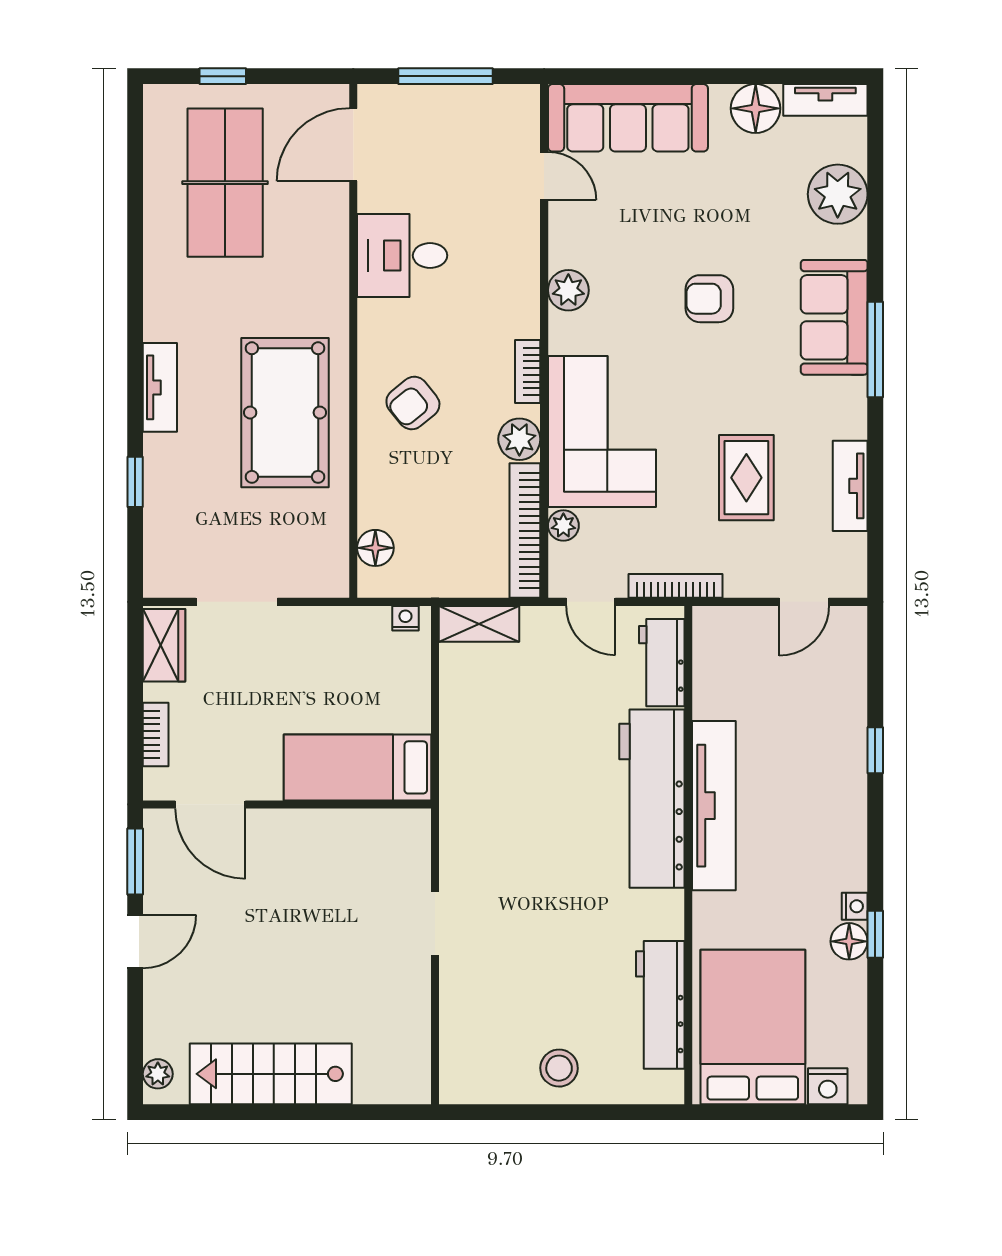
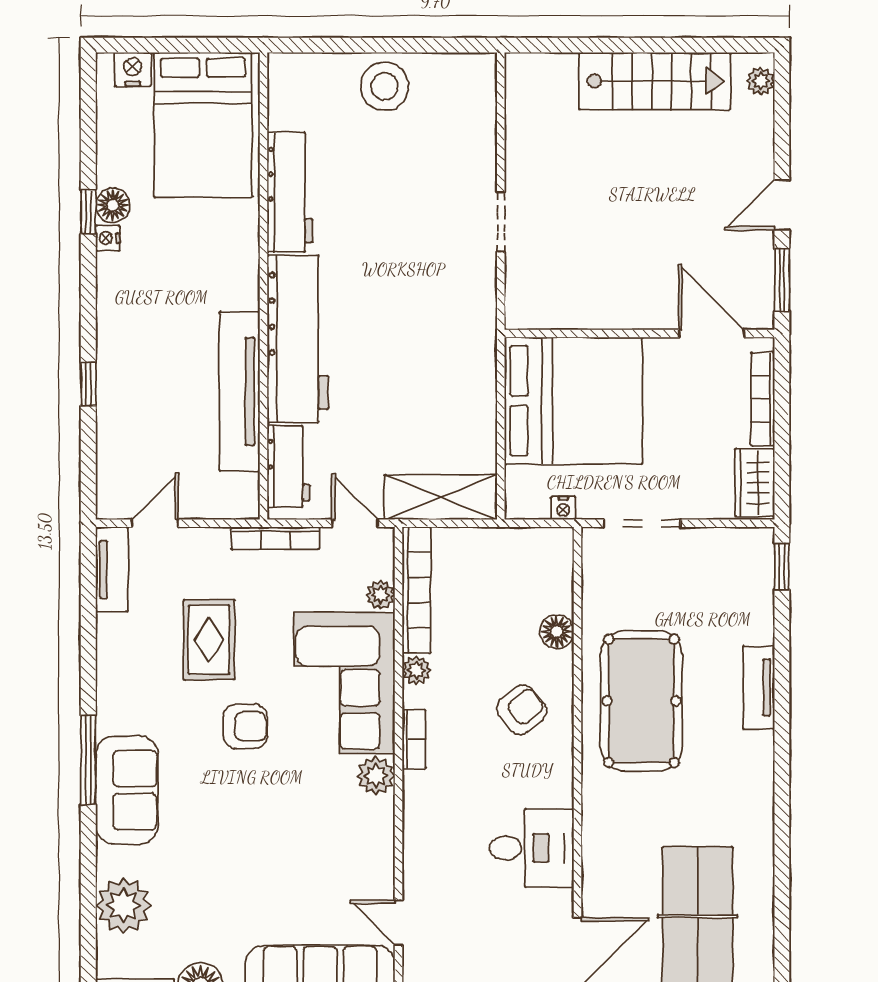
plant: (568, 290) -> (376, 776), moved
armchair: (709, 299) -> (245, 726), moved
tv unit: (160, 387) -> (759, 687), moved
plant: (519, 439) -> (416, 670), width x0.73, depth x0.73
window: (135, 482) -> (782, 566), moved
tv unit: (850, 486) -> (112, 569), moved
floor lamp: (375, 548) -> (557, 632), moved
doorway: (237, 602) -> (642, 523), moved
nightstand: (405, 618) -> (563, 508), moved
shelving: (479, 624) -> (441, 497), width x1.50, depth x1.33
bookcase: (156, 735) -> (763, 399), width x1.56
bed: (358, 767) -> (573, 401), width x2.04
tv unit: (714, 806) -> (240, 392), moved
workbench: (660, 1005) -> (290, 192), moved
stool: (559, 1068) -> (385, 86), width x1.38, depth x1.38

